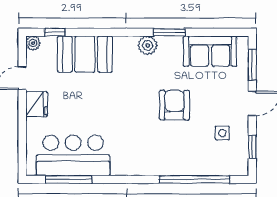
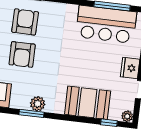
window: (169, 32) -> (31, 113), moved
armchair: (176, 146) -> (25, 22), added

